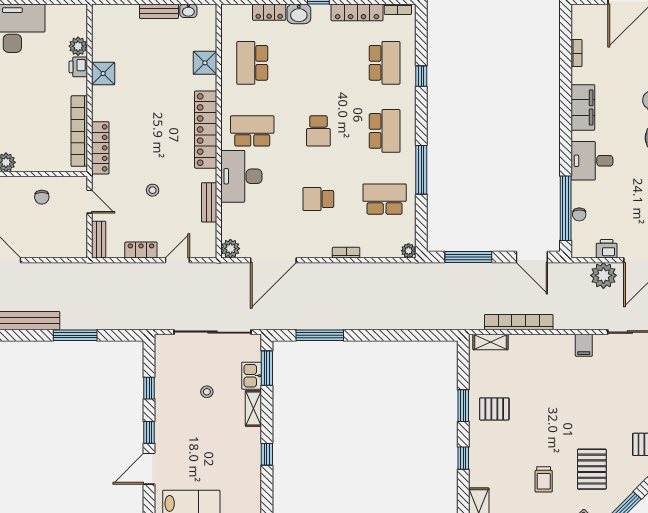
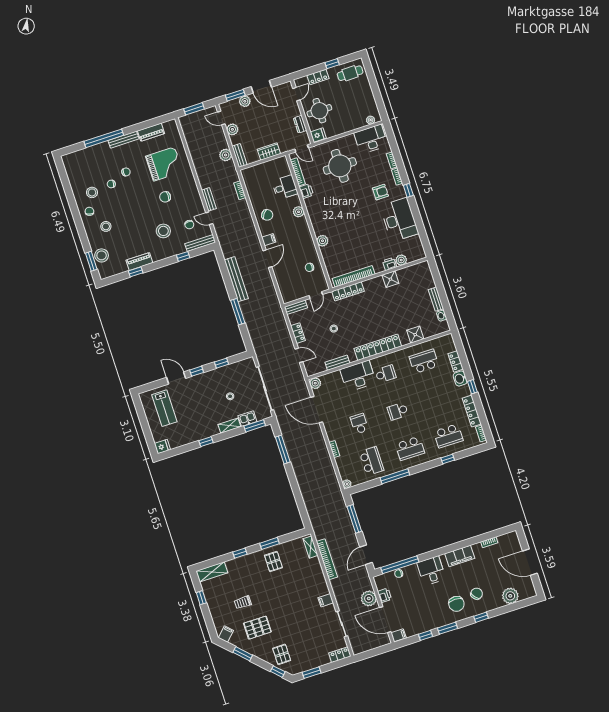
school desk: (252, 131) -> (386, 374), width x0.54

